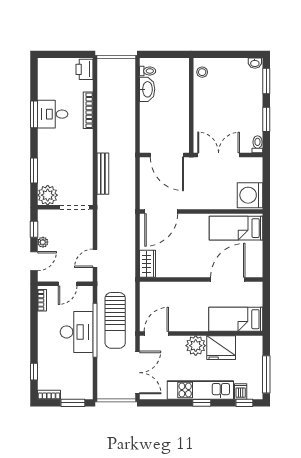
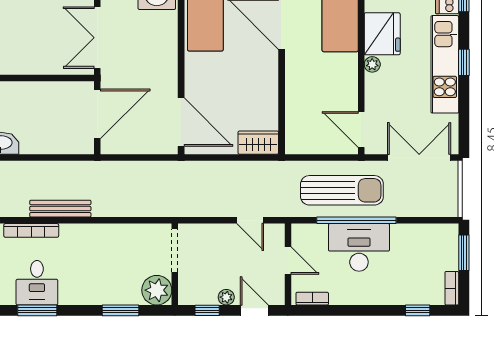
bench: (103, 174) -> (60, 209), moved
plant: (196, 346) -> (372, 64), width x0.53, depth x0.53

